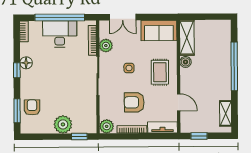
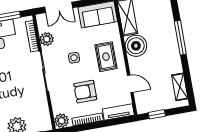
boiler: (186, 62) -> (136, 46), width x1.86, depth x1.86
window: (234, 66) -> (180, 38), width x0.68

